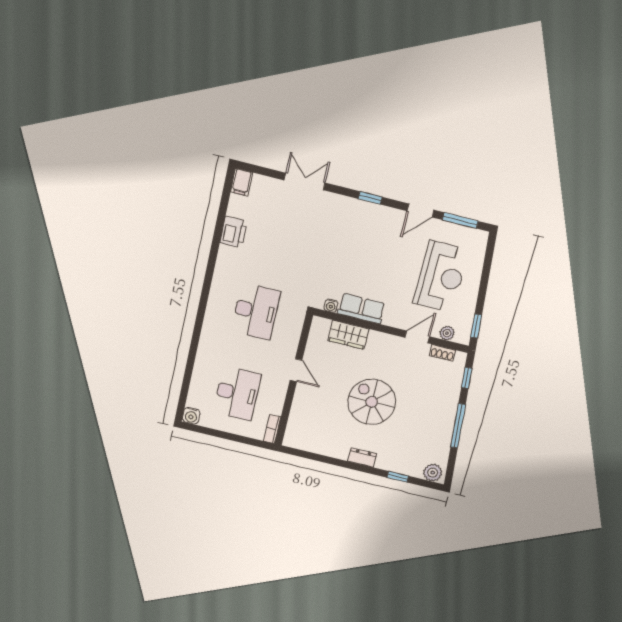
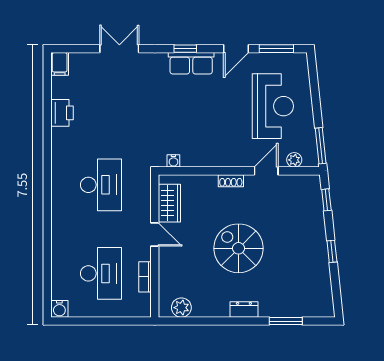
row of seats: (361, 308) -> (191, 63), moved, turned 180
window: (476, 326) -> (321, 146), width x1.50
wardrobe: (348, 335) -> (169, 203), moved, turned -90
shoe rack: (442, 353) -> (231, 181), moved
window: (458, 426) -> (332, 251), width x0.46
bookcase: (272, 429) -> (145, 277), moved
plant: (433, 473) -> (181, 308), moved
window: (398, 477) -> (286, 321), width x1.50

